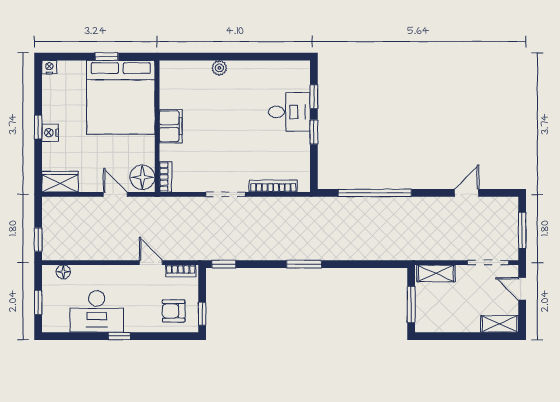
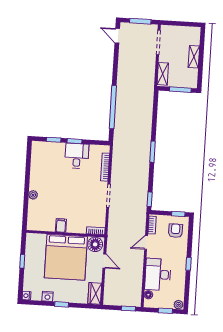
bed: (121, 97) -> (66, 257), moved, turned 90
desk: (289, 112) -> (77, 156), moved
filing cabinet: (171, 126) -> (61, 225), width x0.50
nightstand: (50, 133) -> (47, 296), moved
door: (467, 193) -> (117, 36), moved
door: (115, 194) -> (104, 261), swing flipped
door: (522, 289) -> (175, 23), removed
desk: (97, 311) -> (158, 274), moved, turned 180
armchair: (174, 311) -> (176, 231), turned 180
plant: (50, 323) -> (178, 305), added
shelving: (500, 324) -> (194, 57), moved

